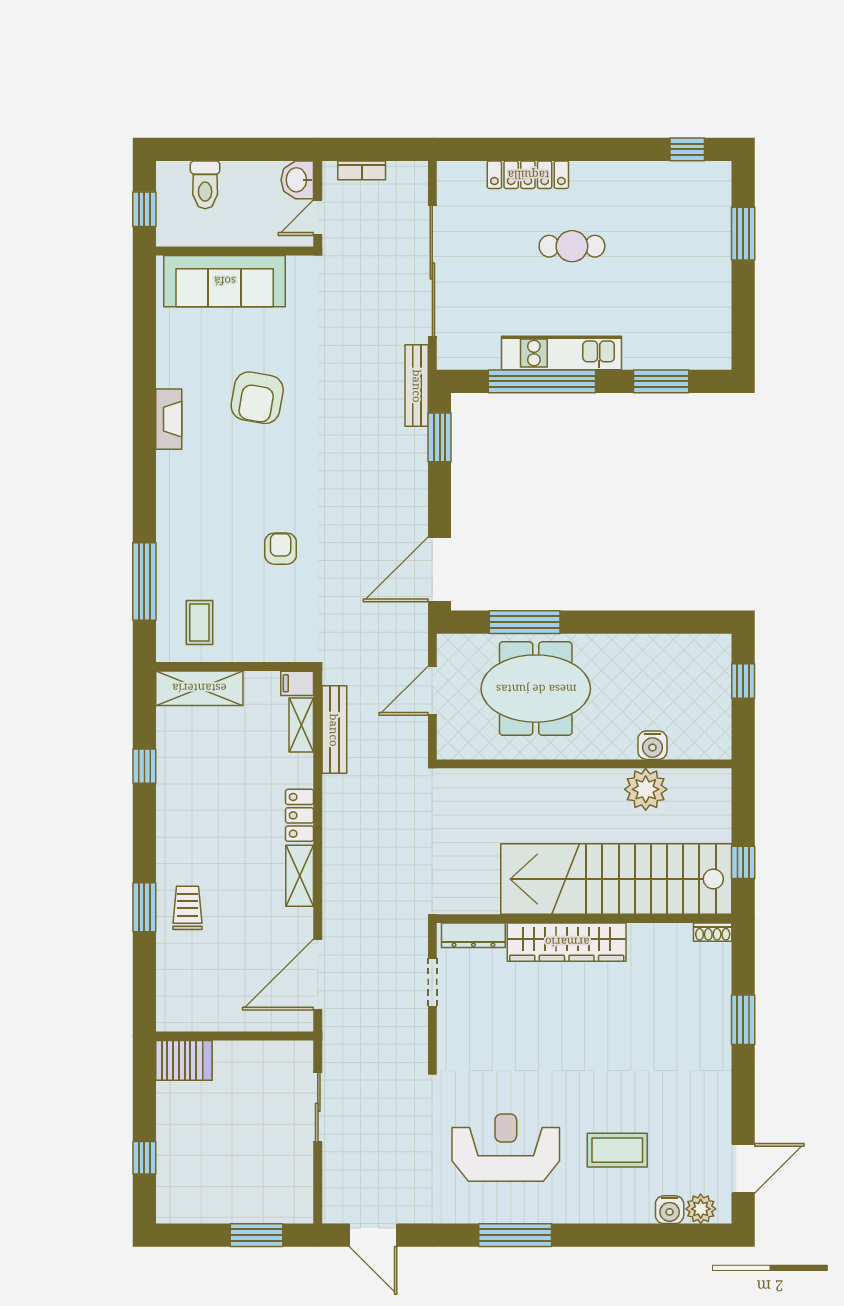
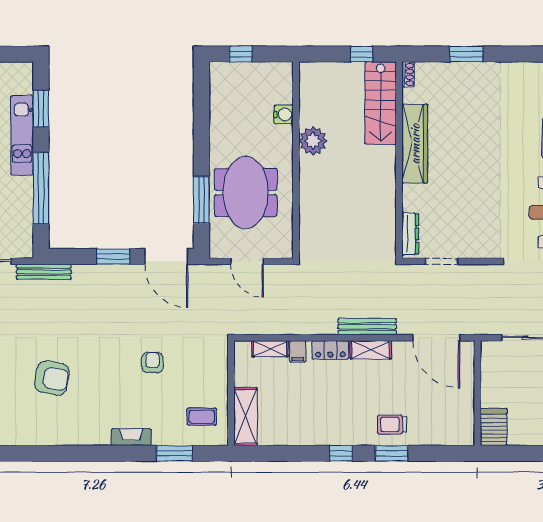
kitchen unit: (561, 353) -> (22, 135), moved
fireplace: (169, 419) -> (131, 437), moved
window: (440, 437) -> (113, 257), moved
armchair: (281, 549) -> (152, 363), turned 90
window: (144, 582) -> (174, 453), width x0.69
filing cabinet: (297, 683) -> (298, 351), moved
bench: (334, 730) -> (367, 327), moved
window: (144, 766) -> (341, 453), moved
plant: (646, 789) -> (313, 141), moved
stairs: (616, 879) -> (381, 103), width x0.54, depth x0.66
wardrobe: (567, 942) -> (415, 144), moved

